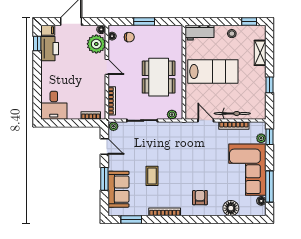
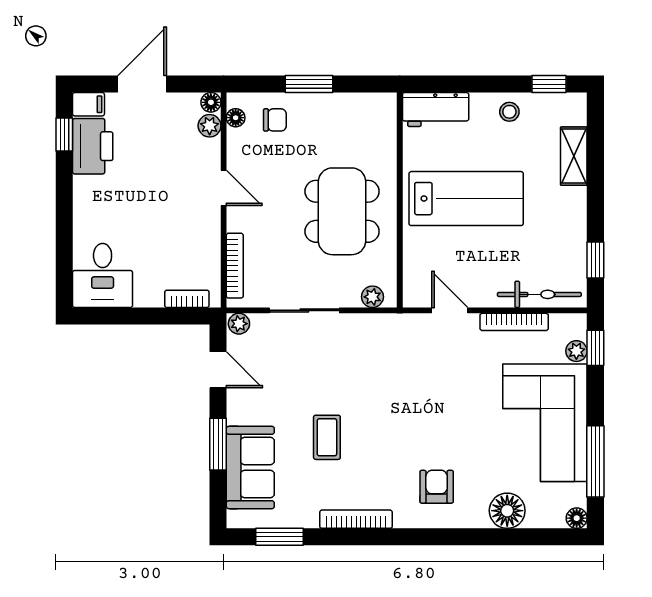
plant: (96, 44) -> (210, 126), width x0.53, depth x0.53
window: (269, 85) -> (595, 260), moved
bicycle: (232, 113) -> (539, 294), moved
floor lamp: (261, 201) -> (577, 518), moved

